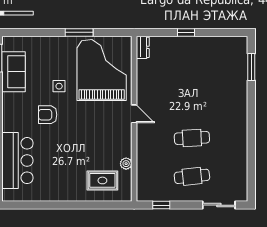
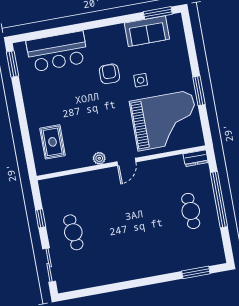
window: (186, 32) -> (219, 200), width x3.17
cafe table: (192, 138) -> (191, 211), moved
plant: (126, 164) -> (99, 158), moved
window: (22, 205) -> (13, 64), added
window: (161, 205) -> (41, 218), moved

